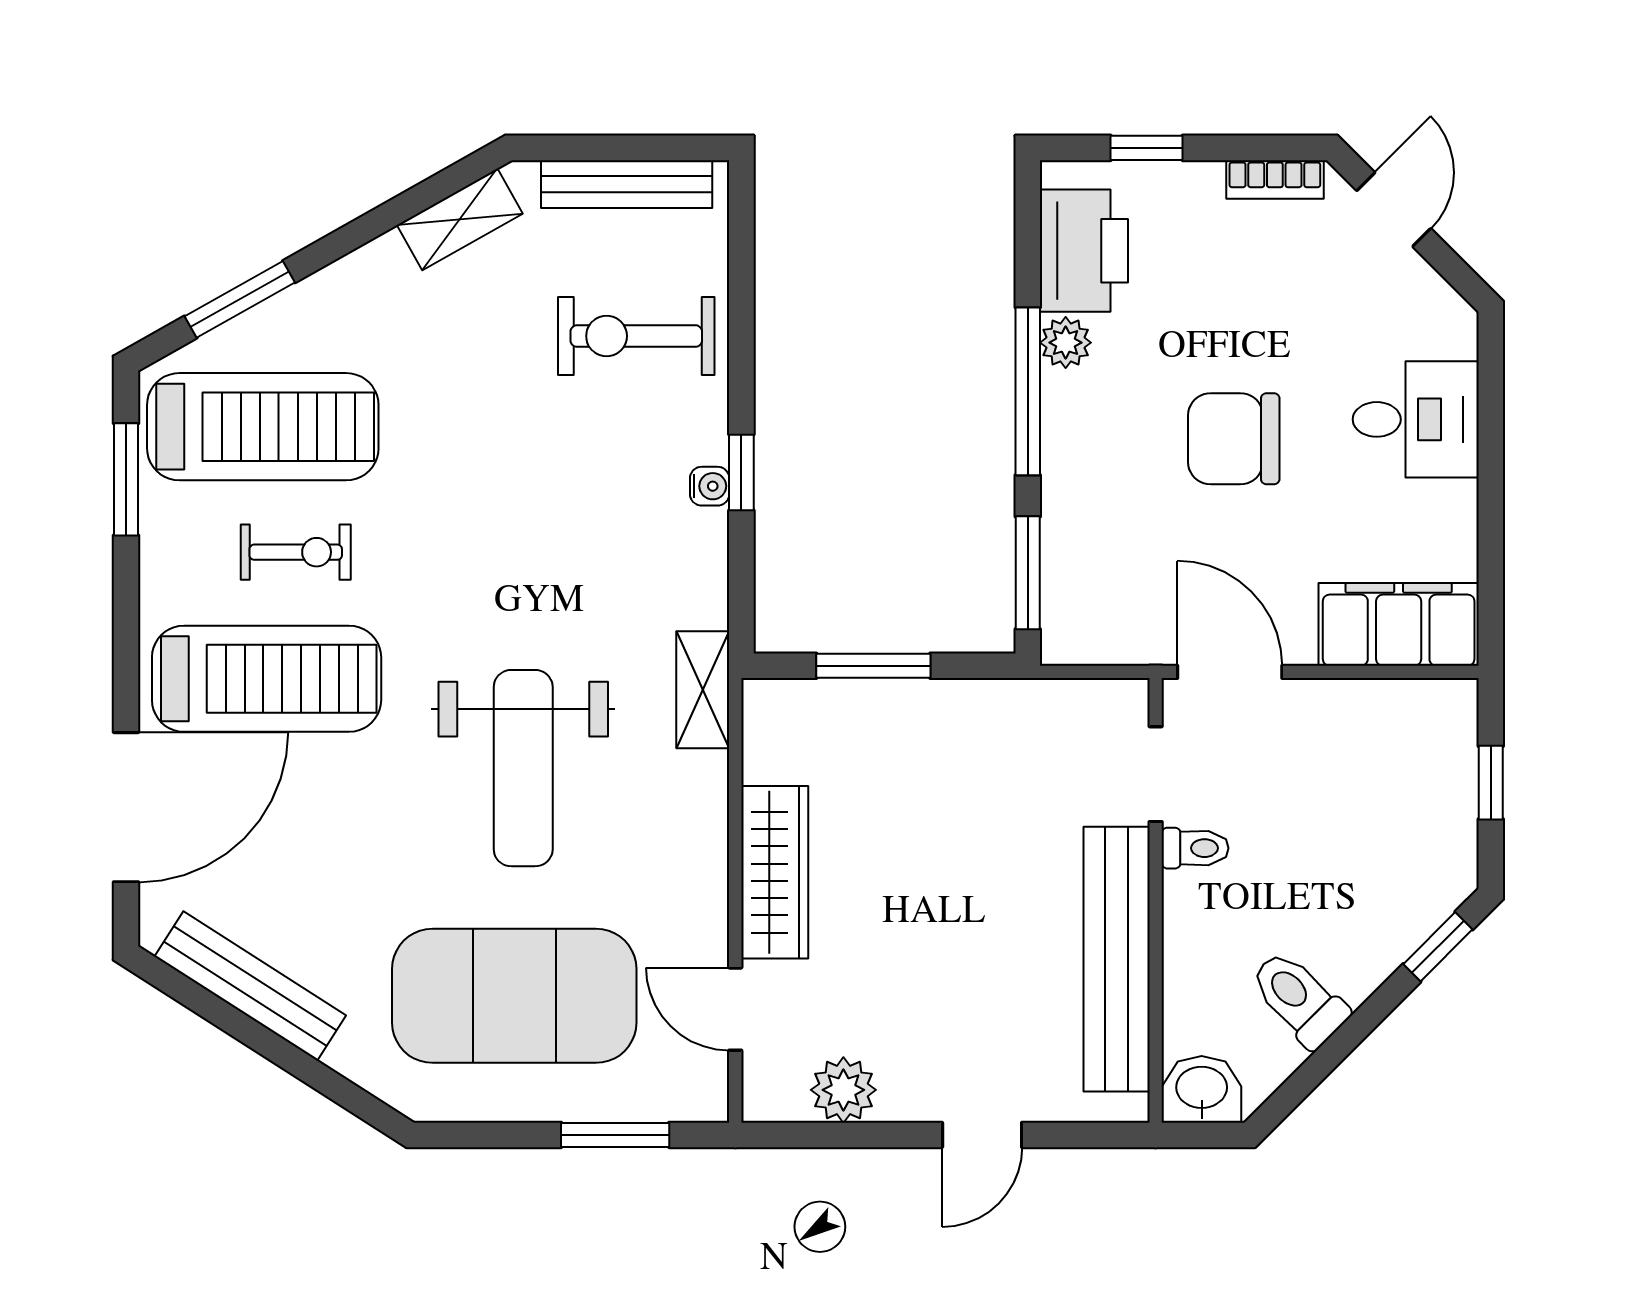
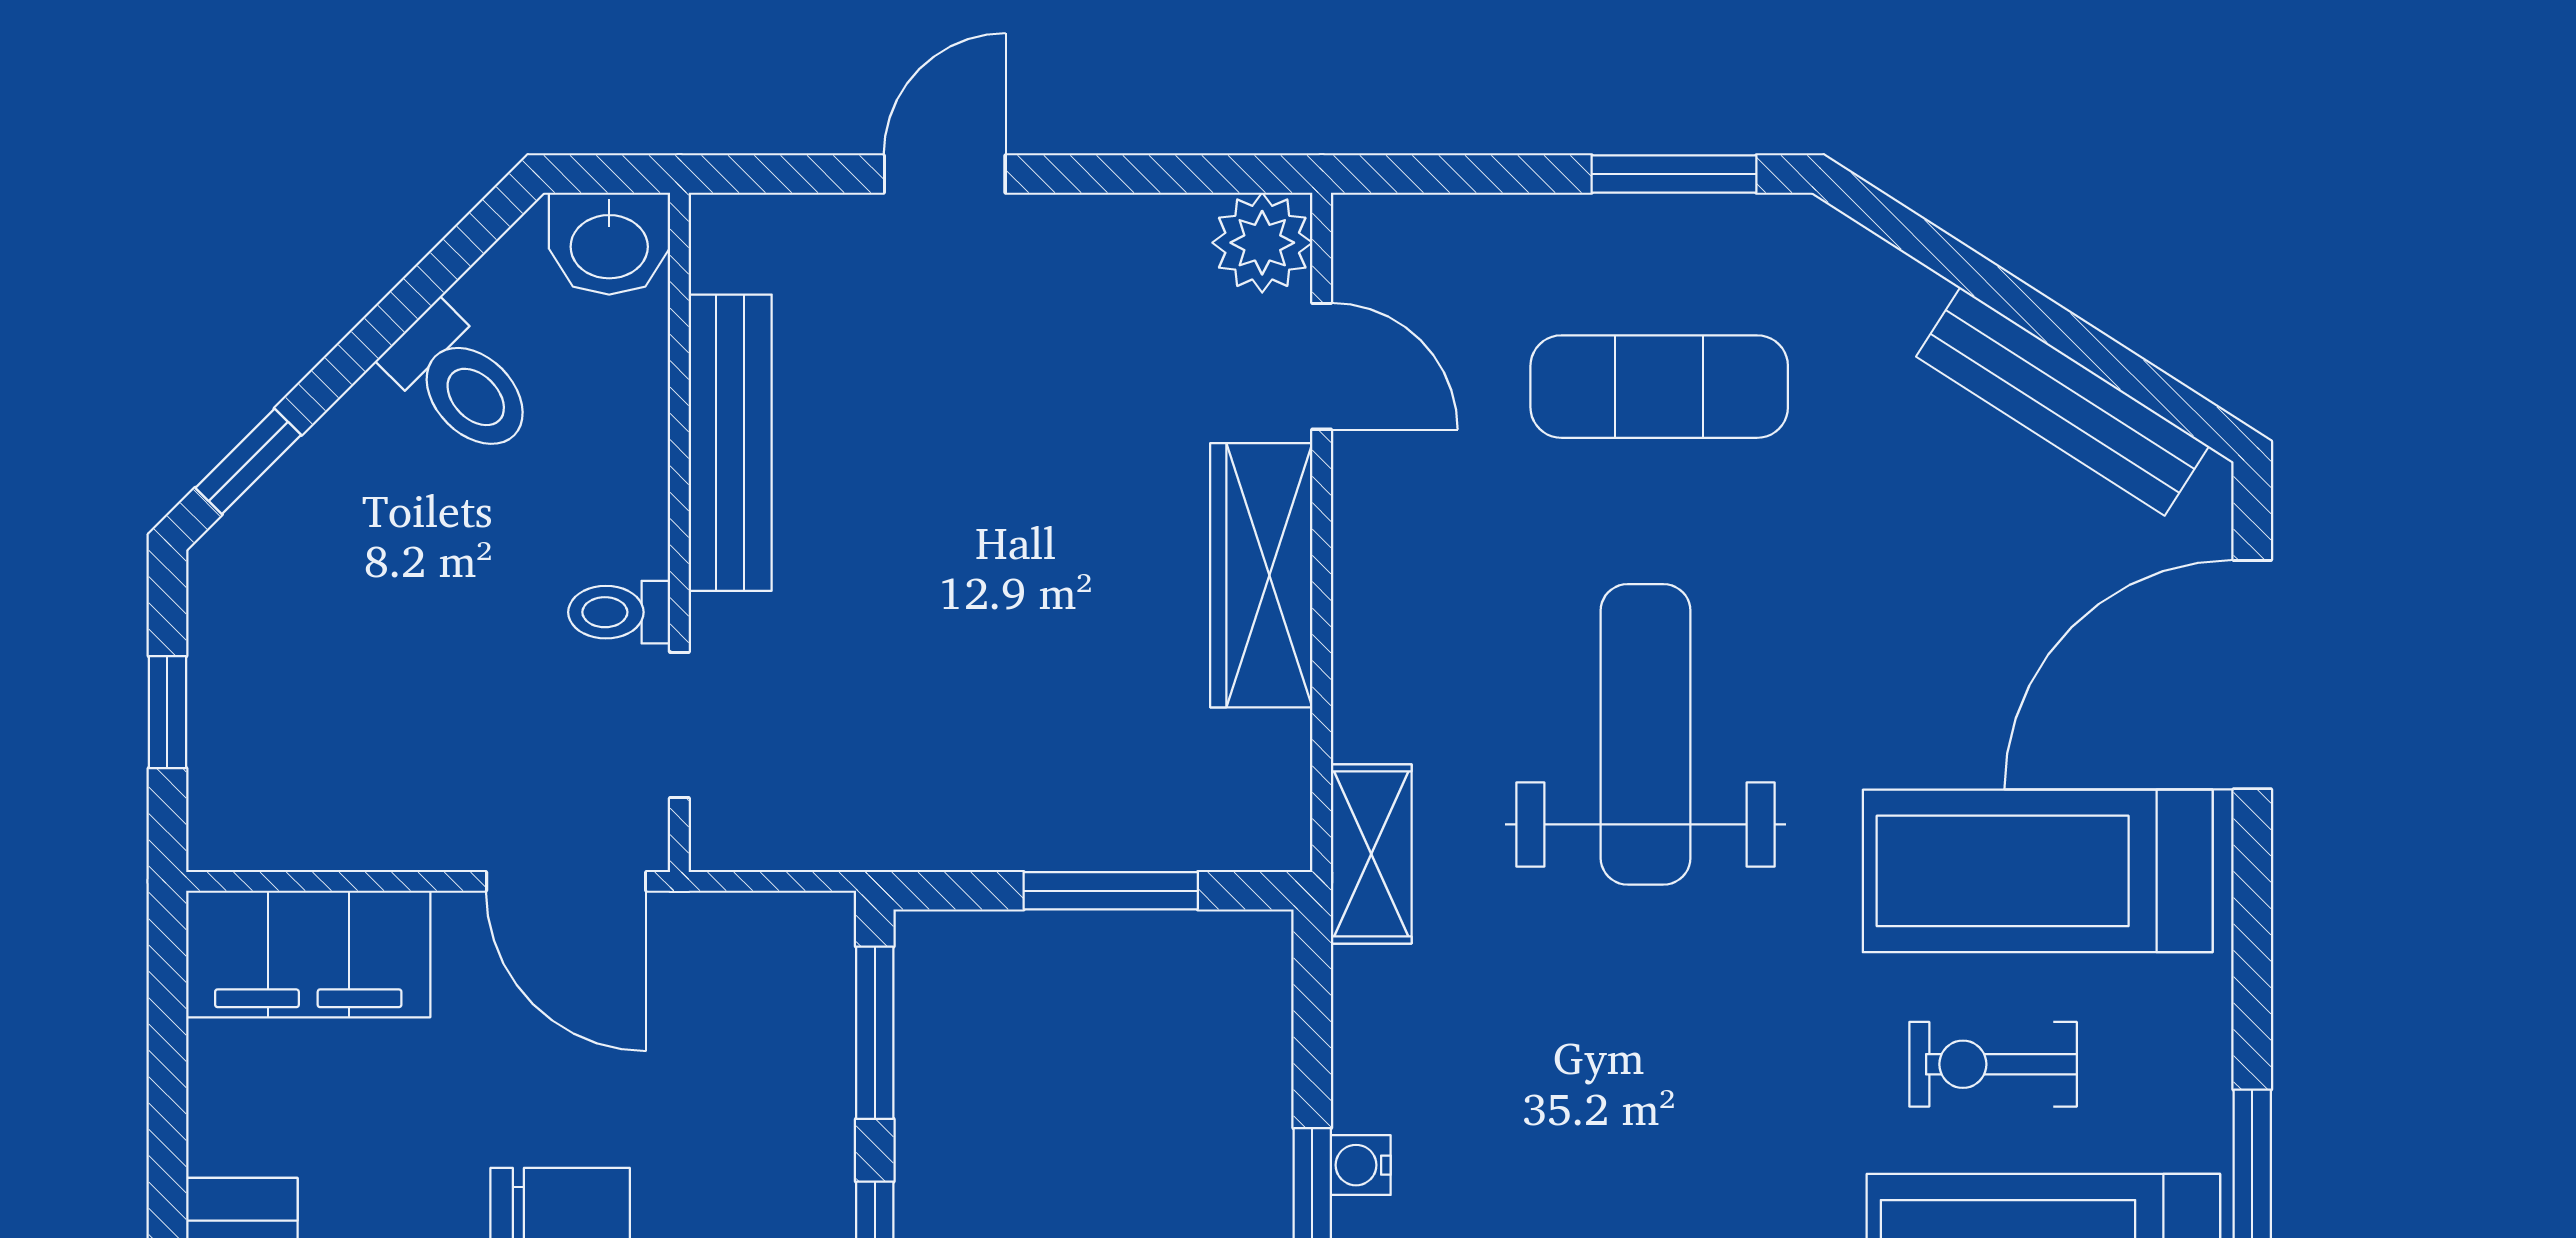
bench: (1117, 959) -> (730, 443), width x0.73, depth x0.82
exercise mat: (514, 996) -> (1659, 387), width x0.50, depth x0.69
plant: (843, 1090) -> (1262, 243), moved
window: (615, 1135) -> (1674, 174), moved

